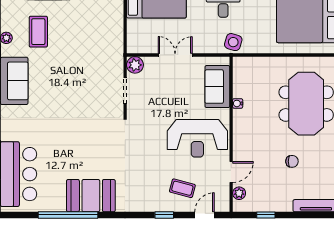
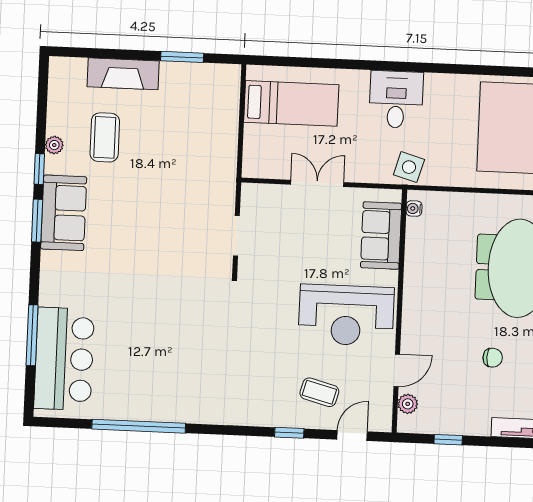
plant: (135, 65) -> (254, 196), removed
water cooler: (238, 103) -> (414, 209), moved
booth: (91, 196) -> (176, 398), removed

